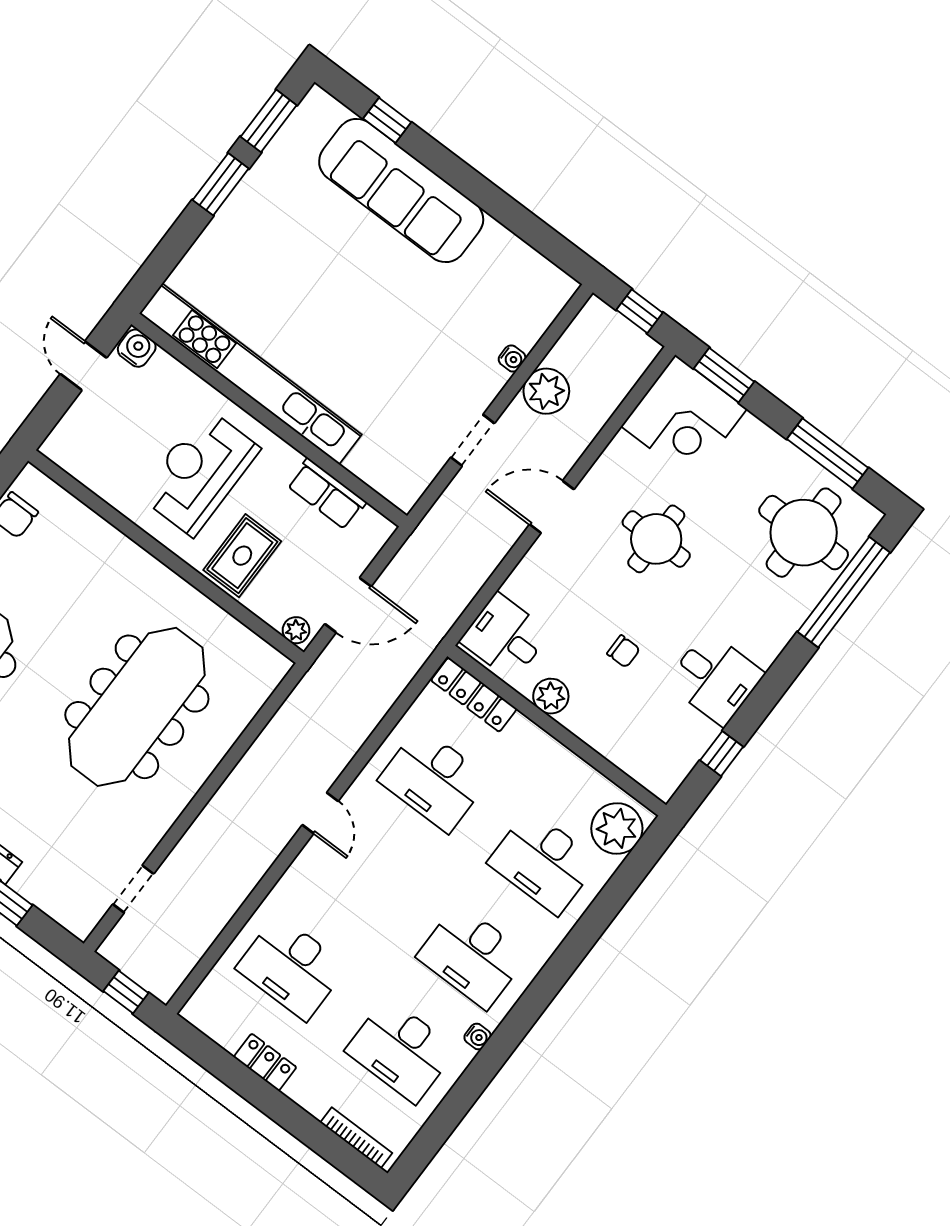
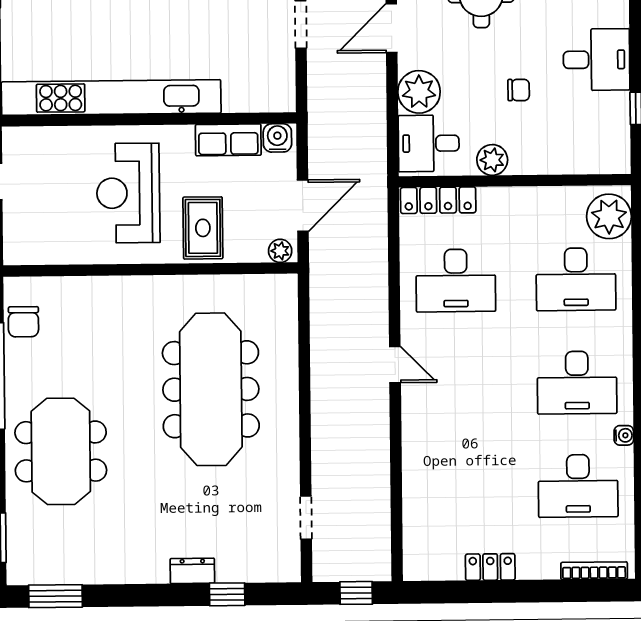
water cooler: (137, 348) -> (277, 138), moved
plant: (532, 584) -> (419, 92), added
desk: (292, 967) -> (458, 487), removed

